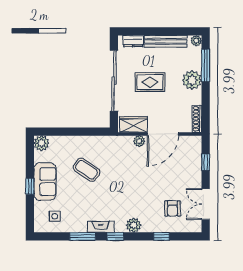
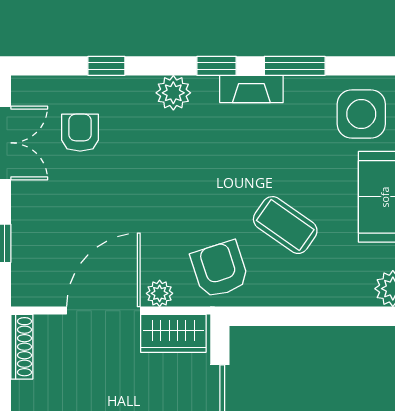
armchair: (114, 151) -> (220, 269), added
side table: (55, 216) -> (361, 114), width x1.87, depth x1.87

